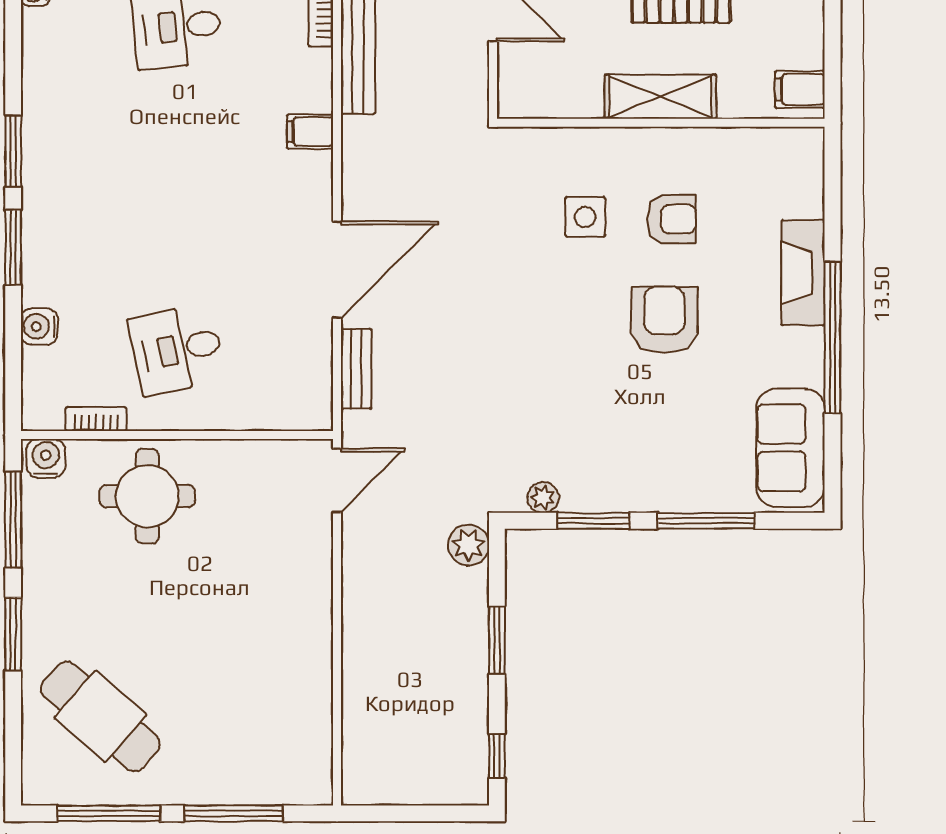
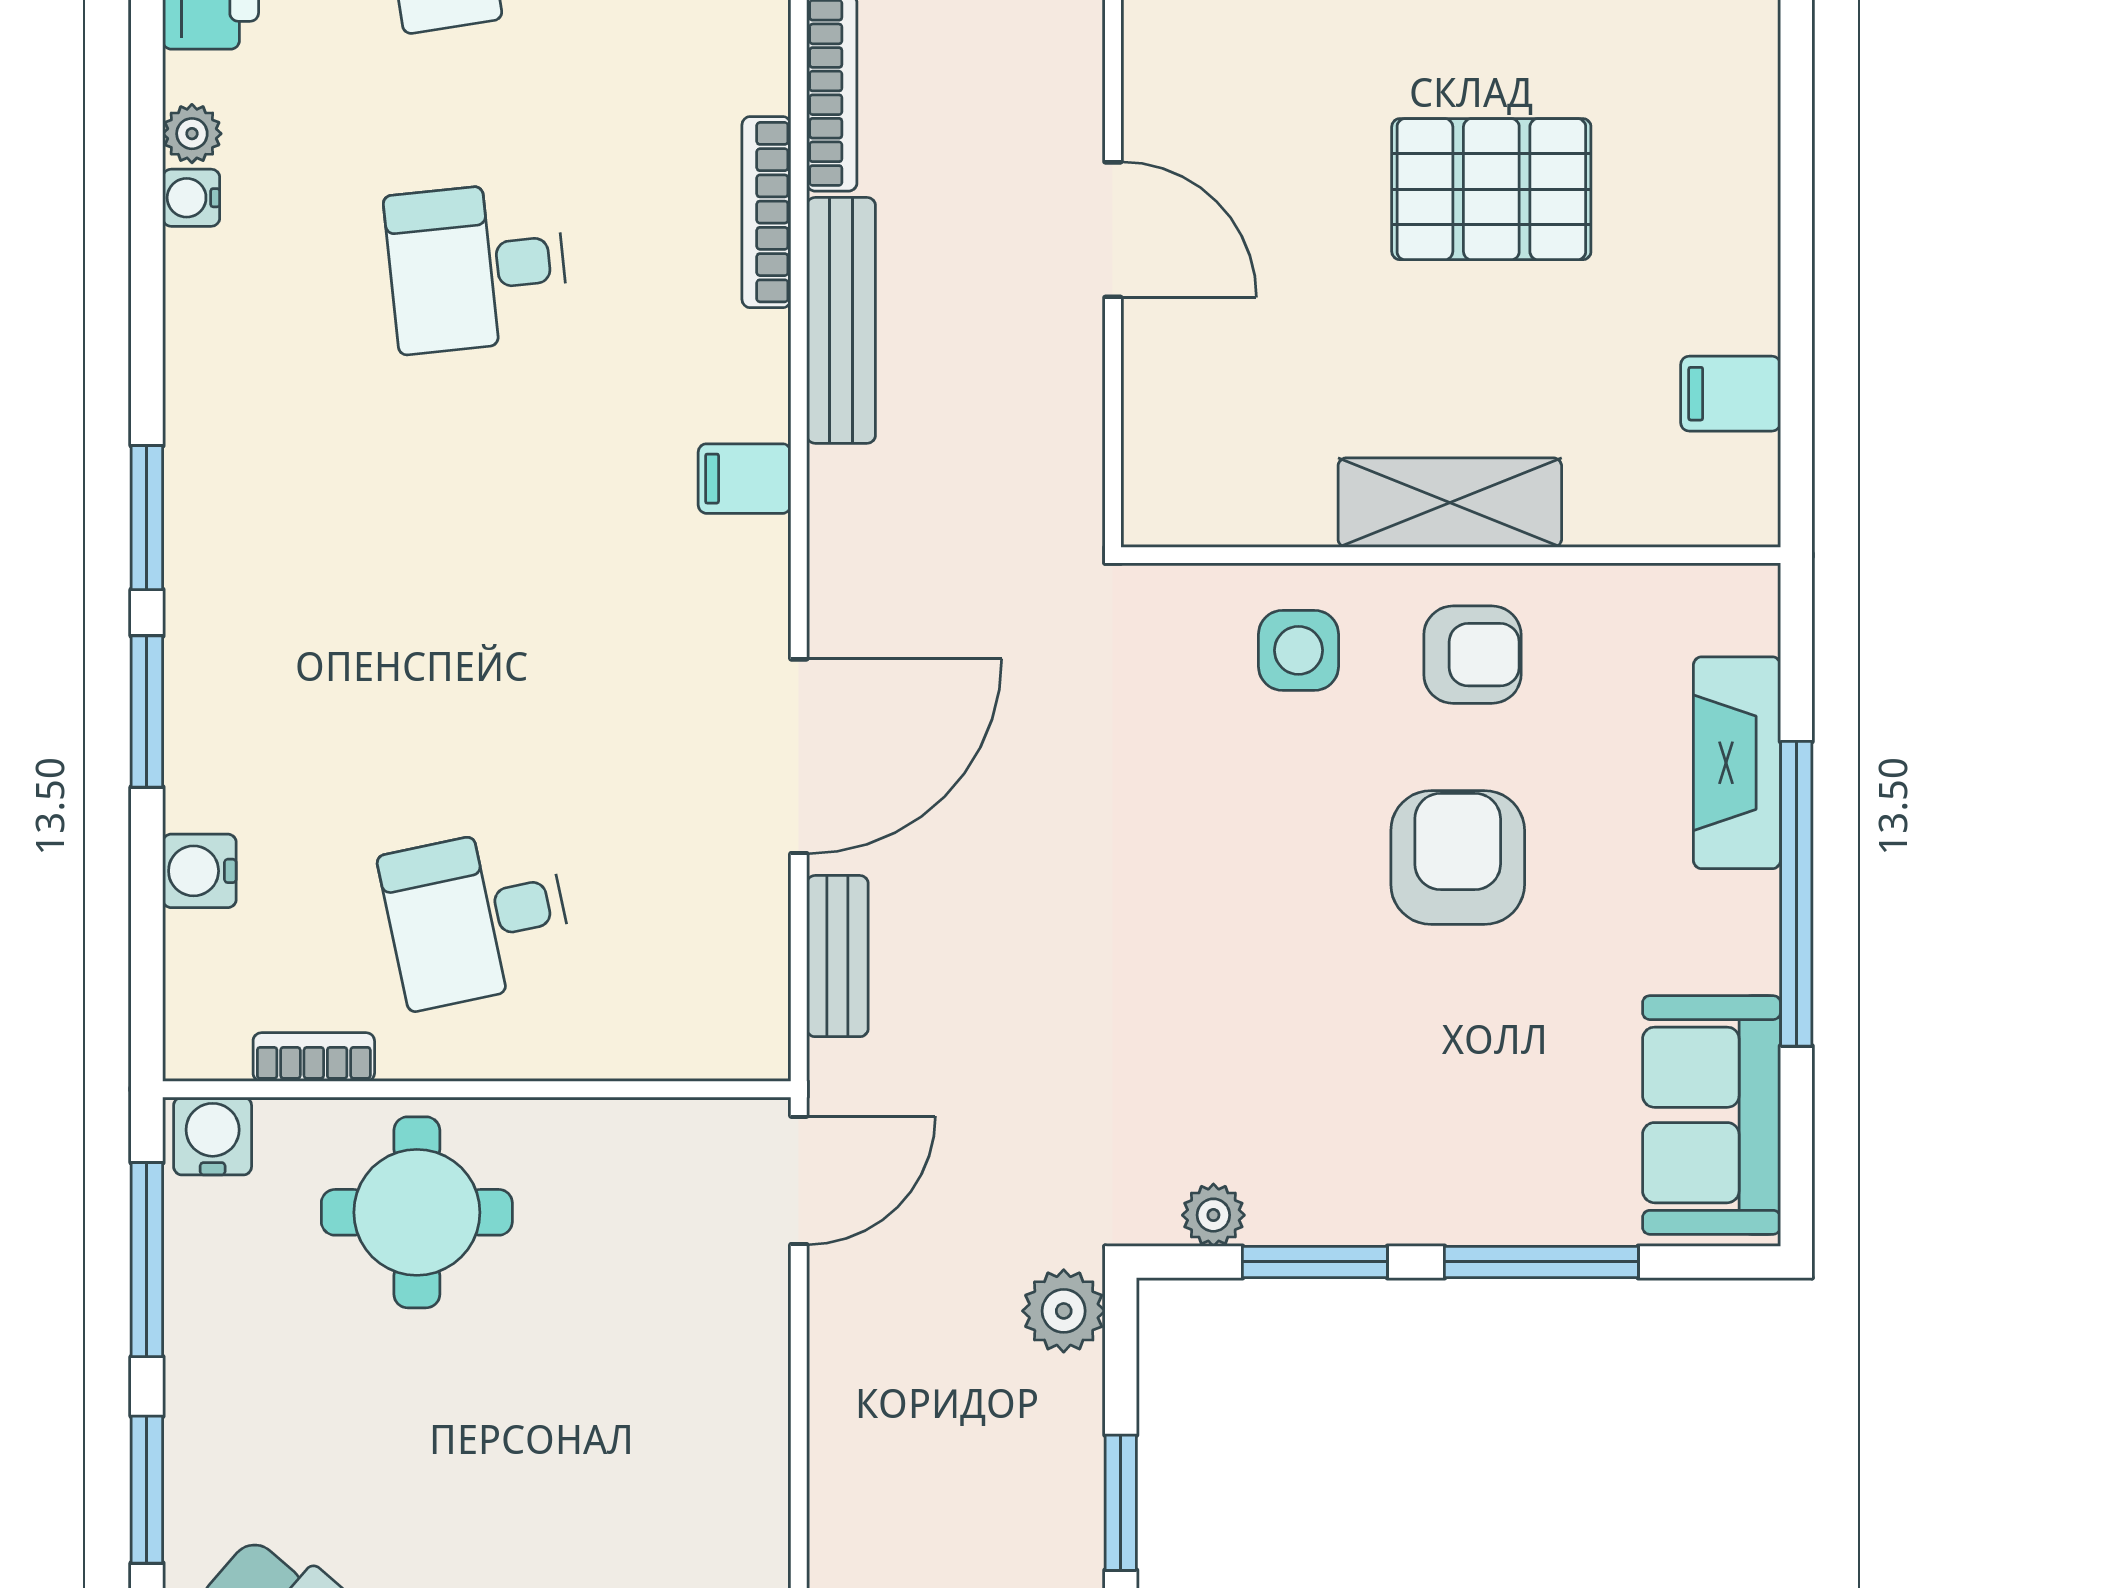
shelving: (660, 97) -> (1450, 503), moved
wall: (661, 123) -> (1451, 555), moved

